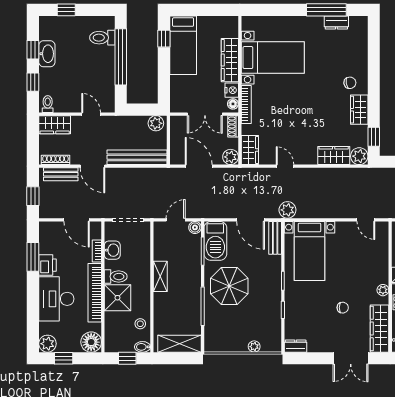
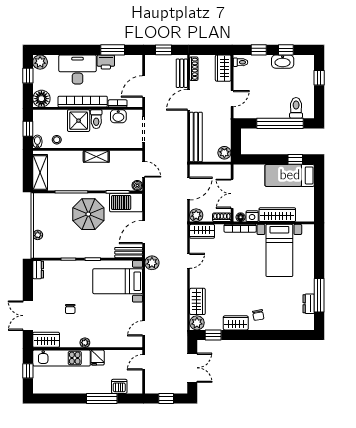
wardrobe: (379, 329) -> (46, 340), width x0.67

